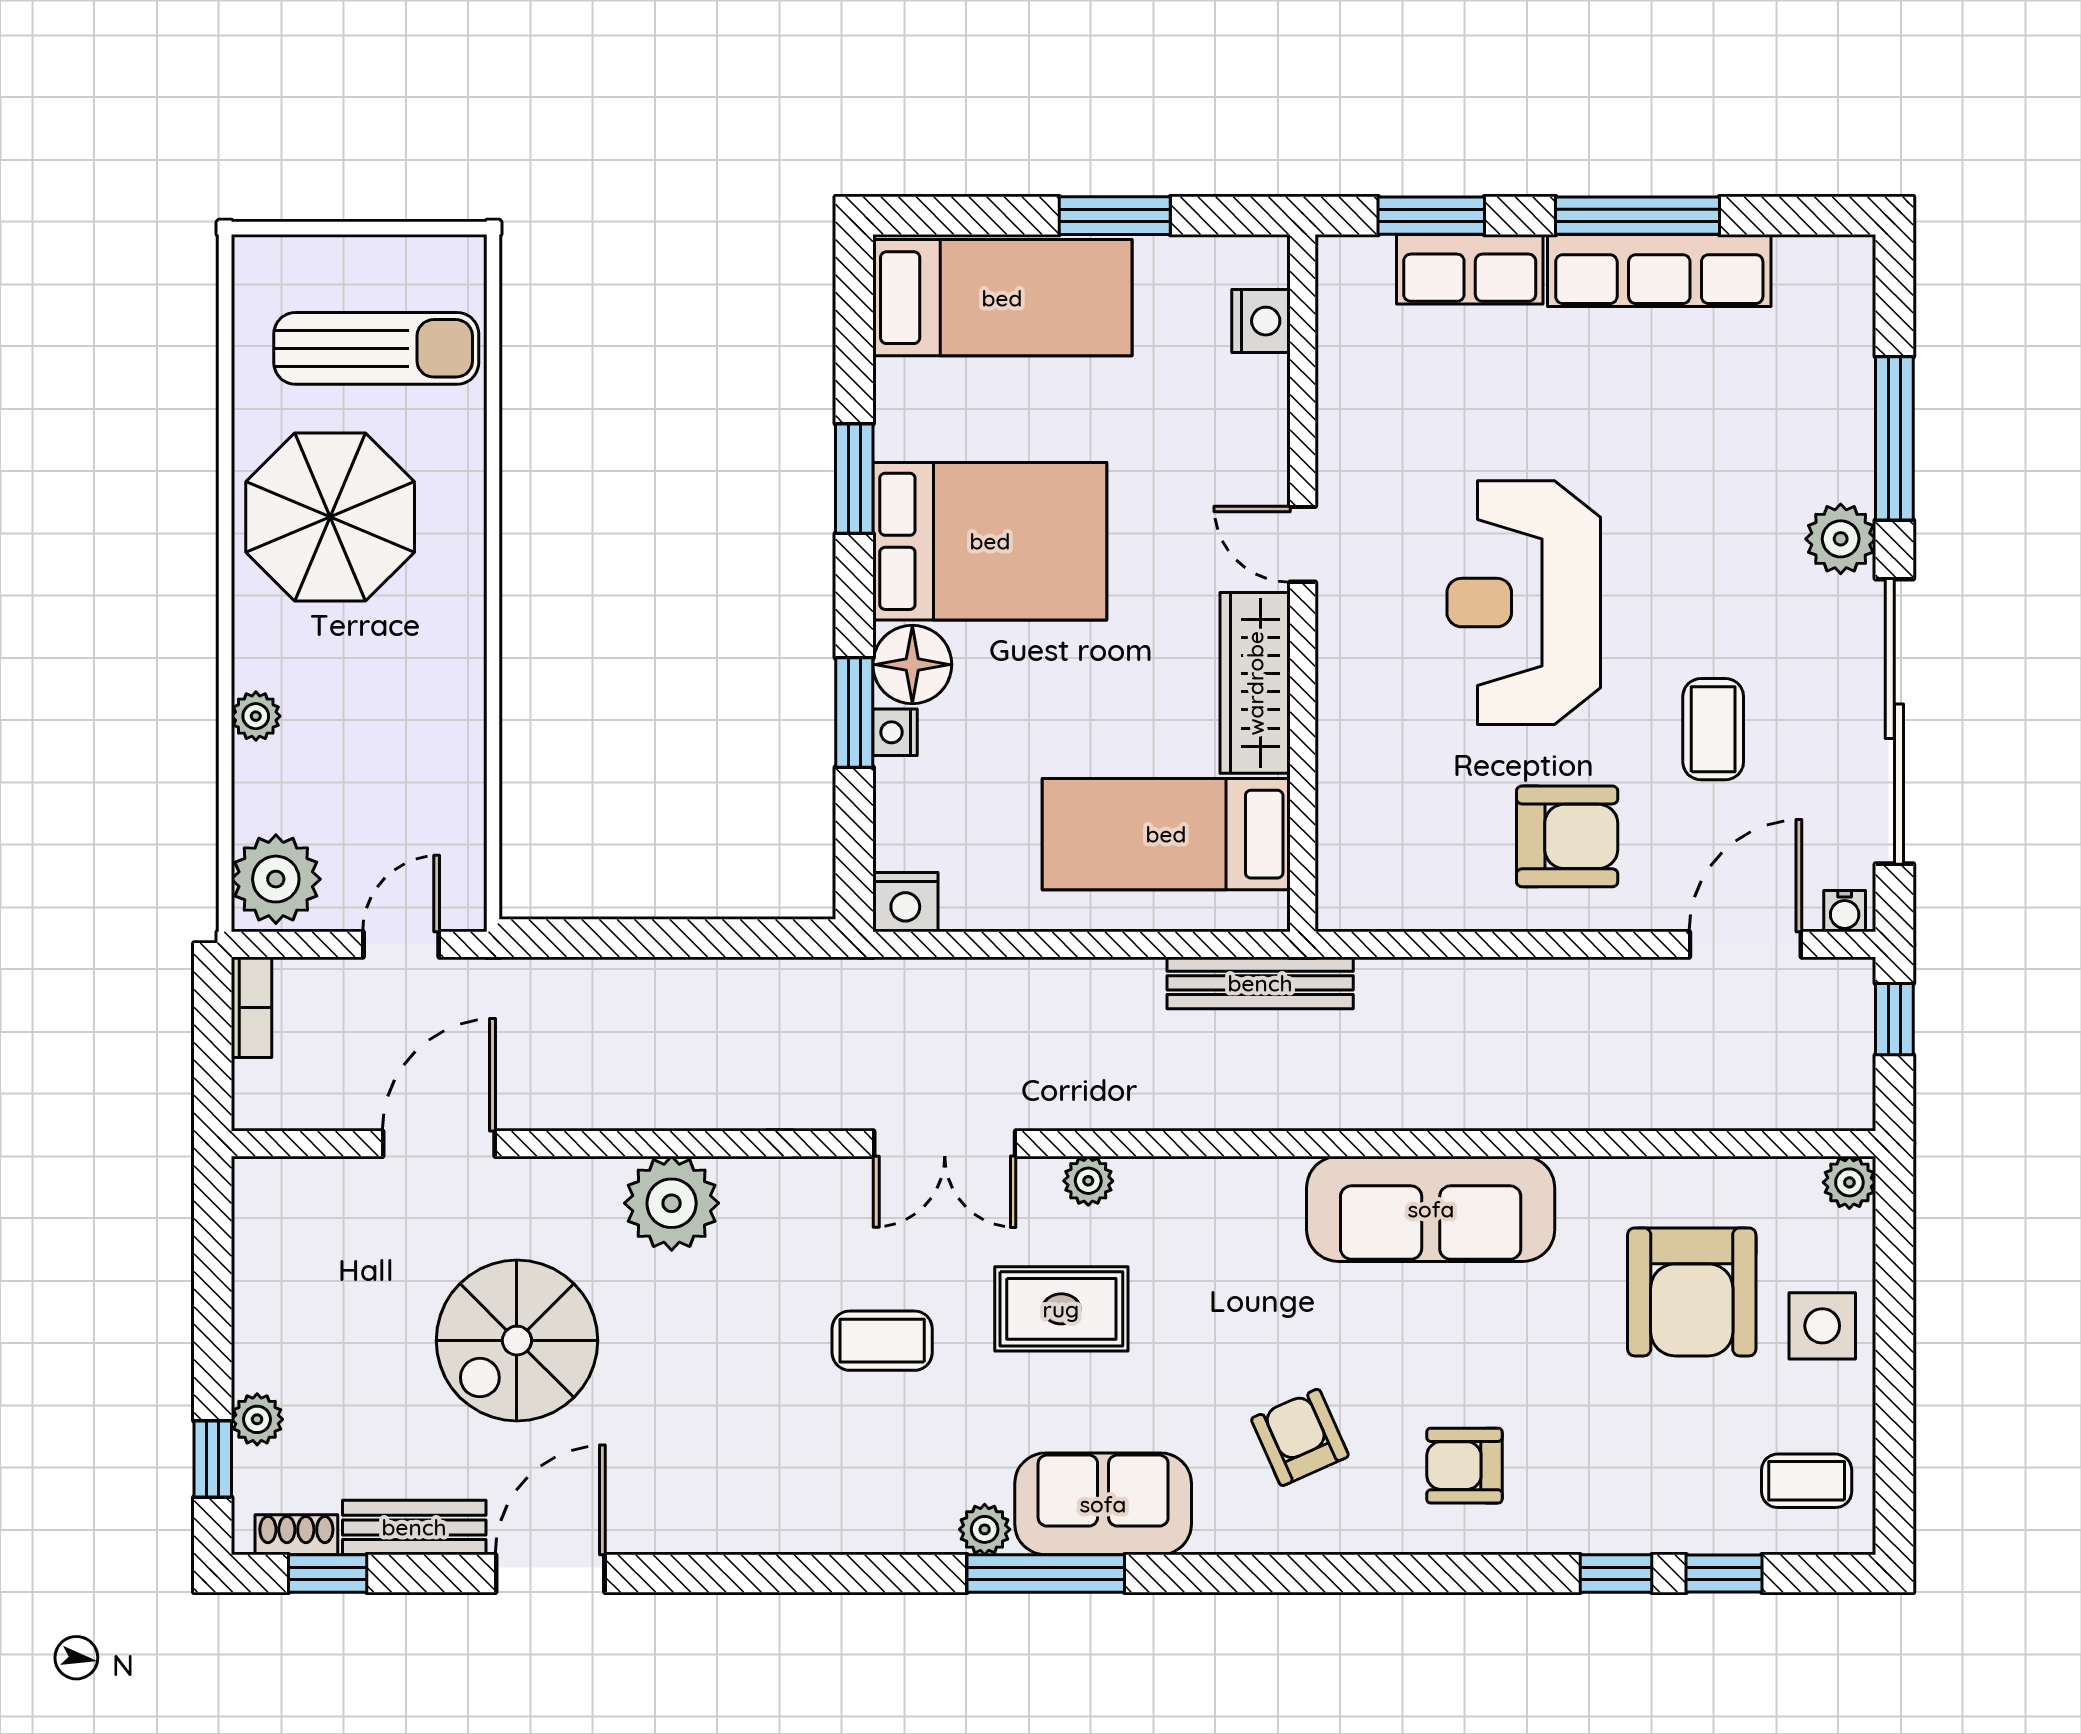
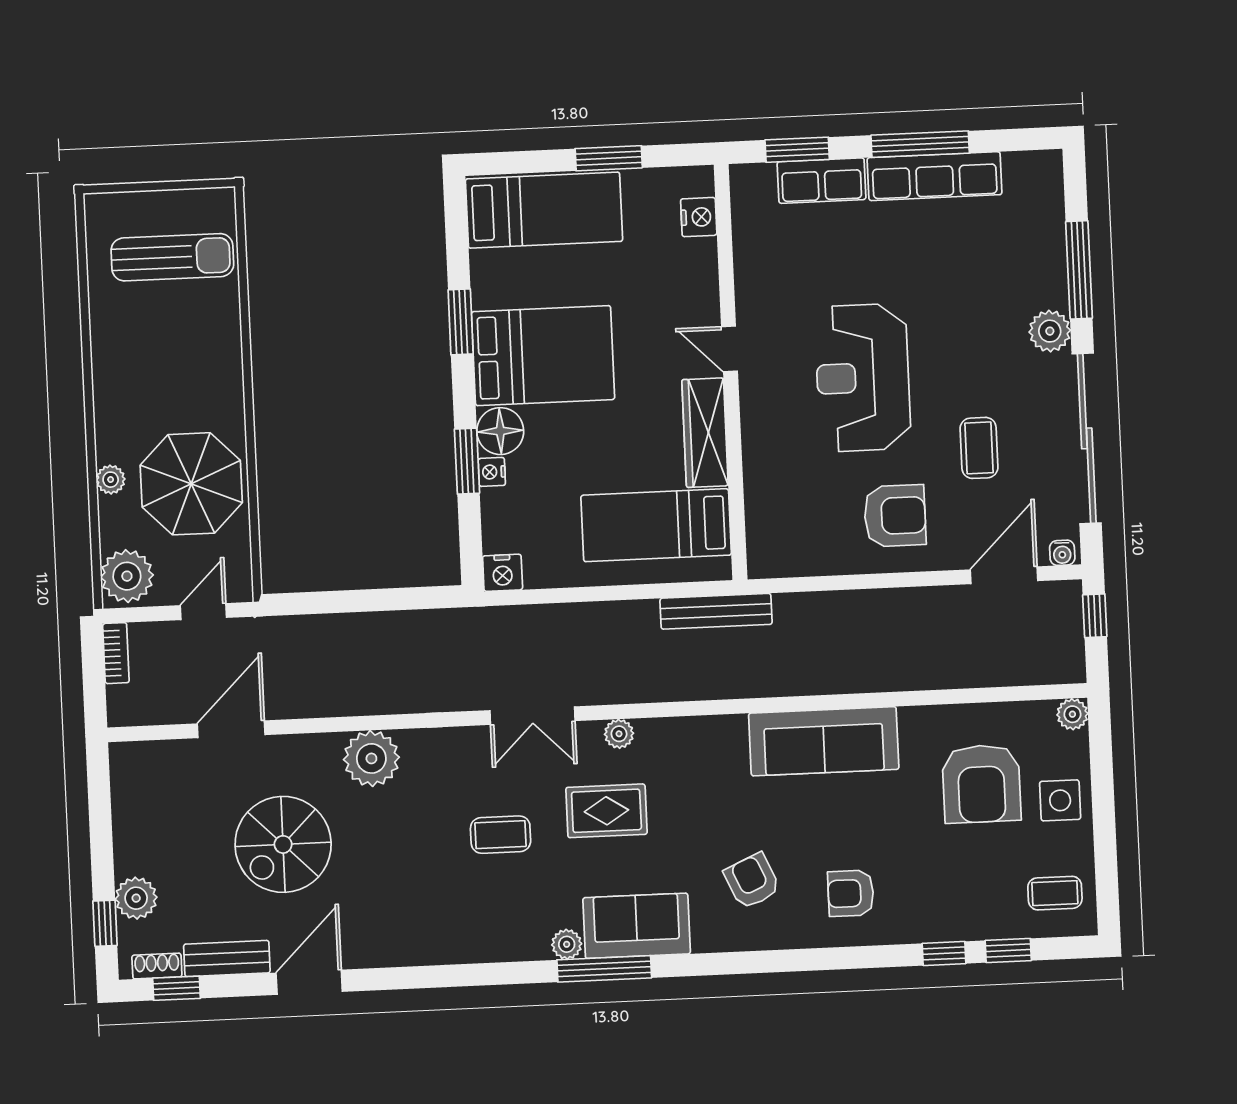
parasol: (330, 517) -> (191, 484), moved
plant: (257, 1419) -> (136, 898), width x1.38, depth x1.38

